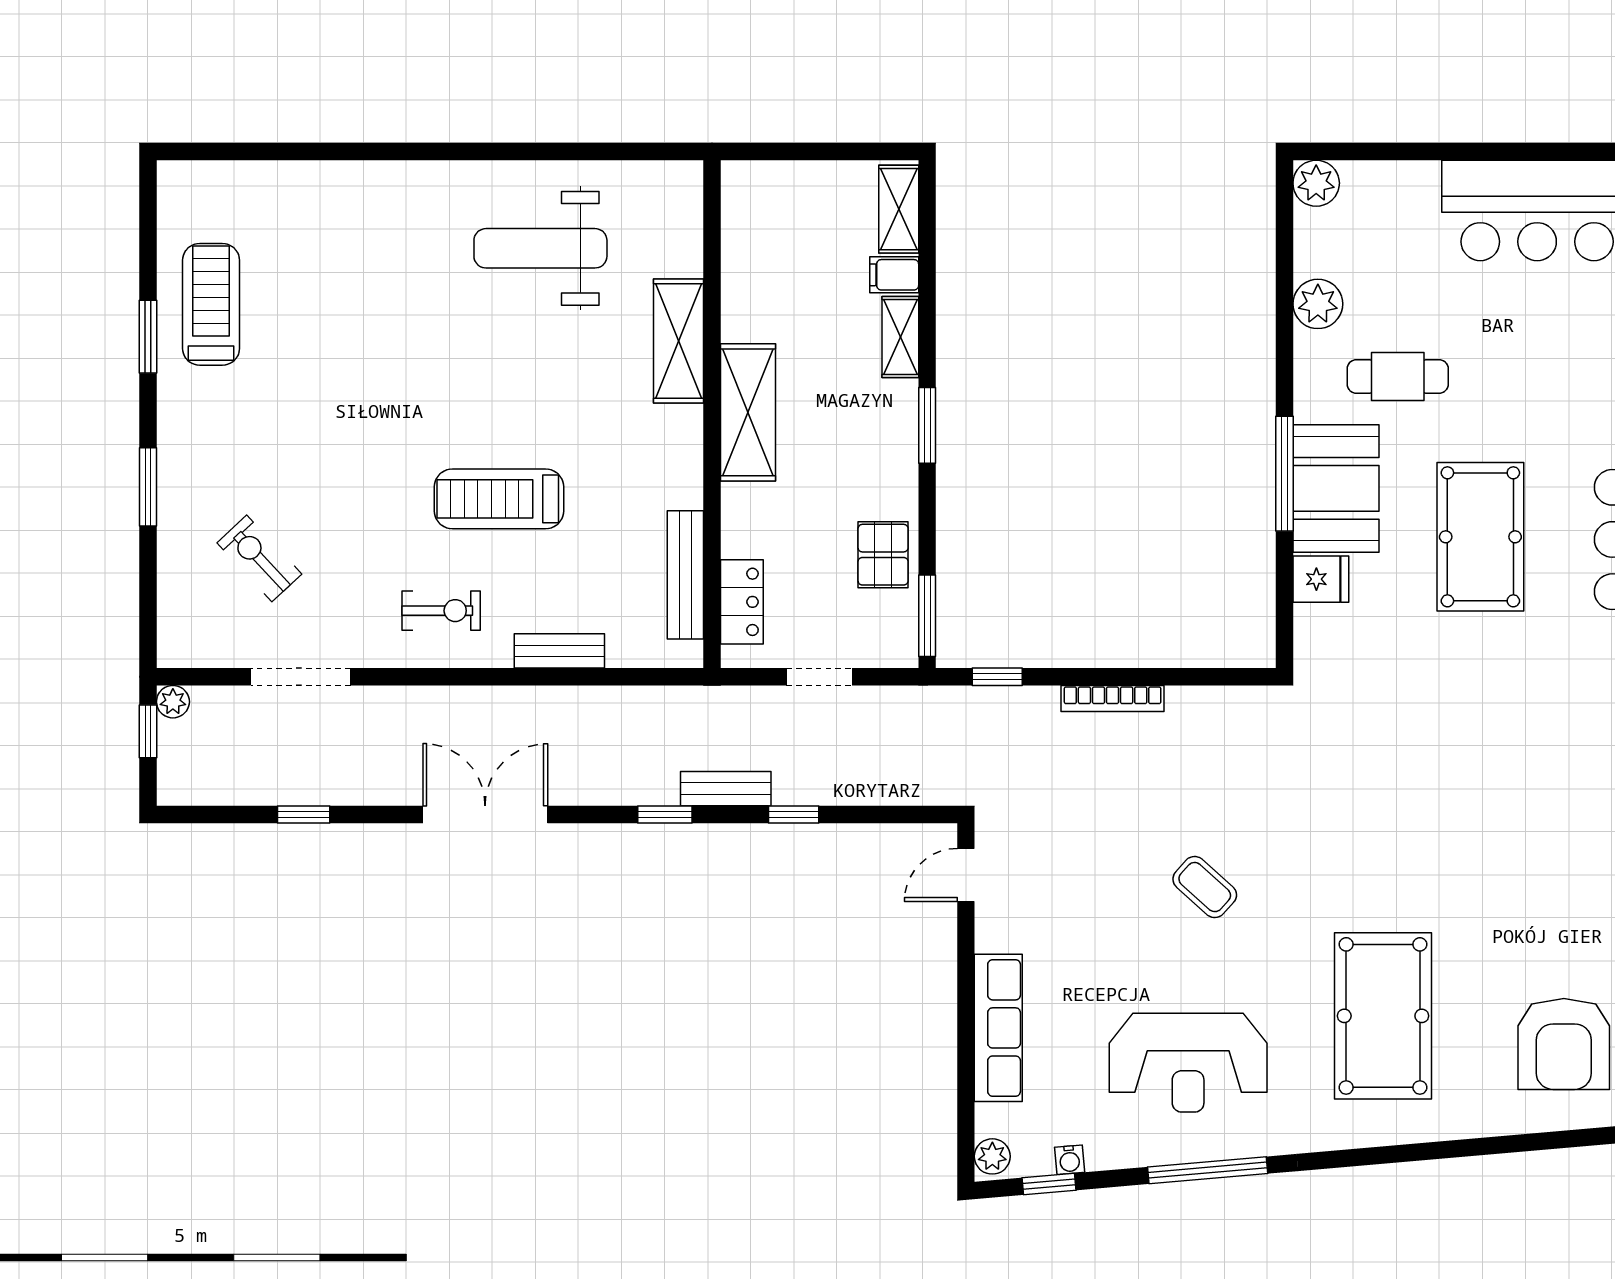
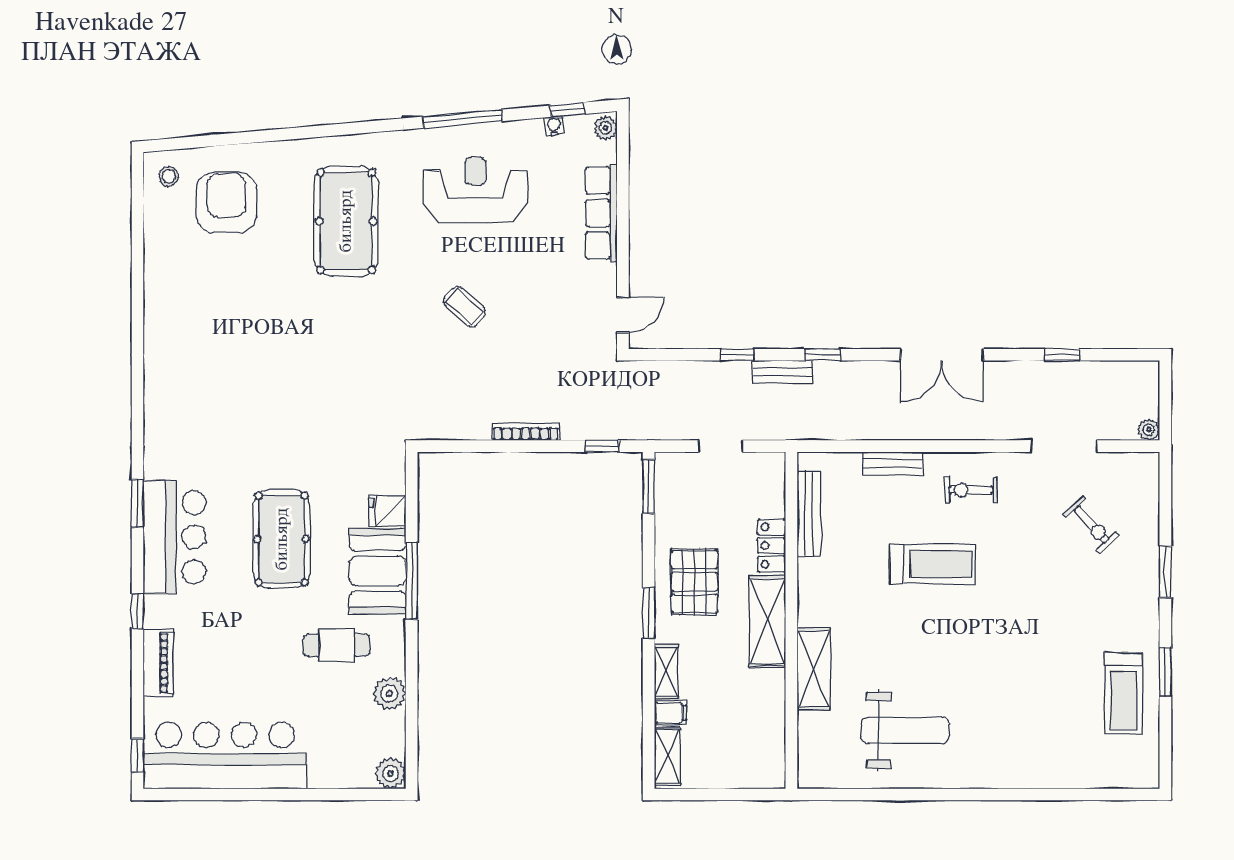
pallet: (883, 555) -> (695, 582), moved, width x1.50, depth x1.42
locker: (742, 602) -> (771, 546), moved
window: (148, 731) -> (1165, 410), removed

